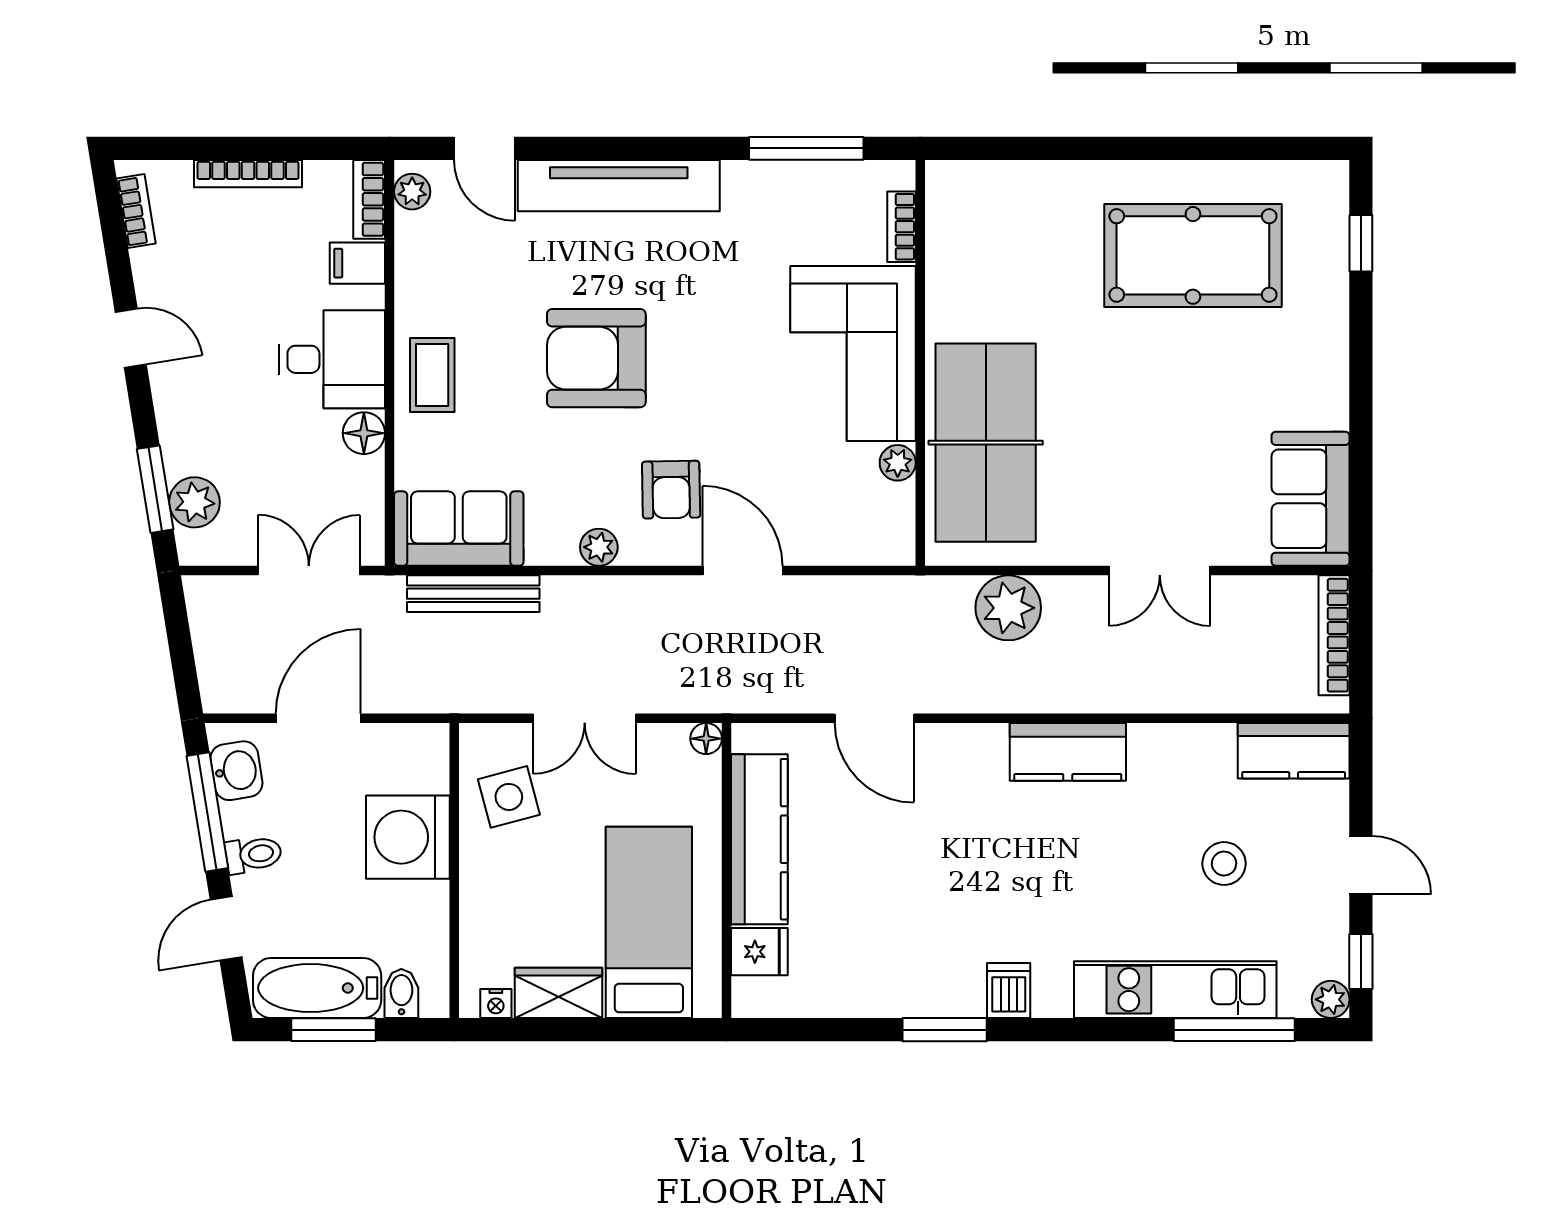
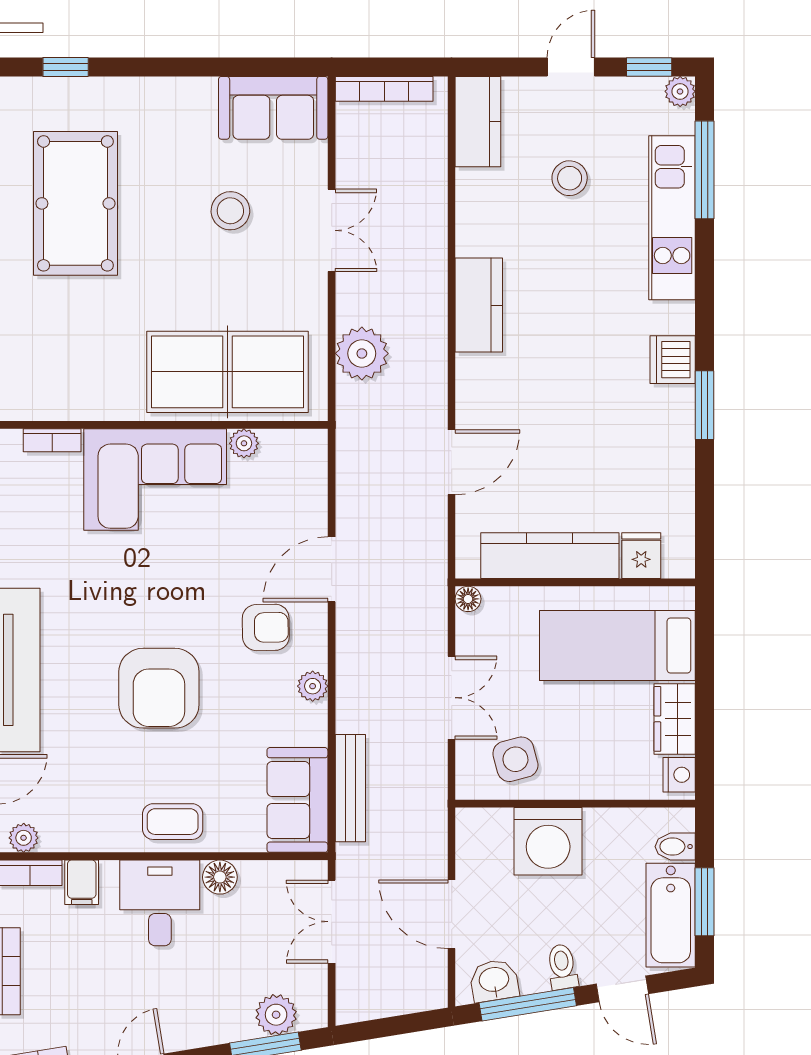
stool: (1184, 446) -> (230, 211), added
dishwasher: (1009, 990) -> (673, 360), width x1.38
nightstand: (496, 1004) -> (679, 775), width x1.39, depth x1.35

